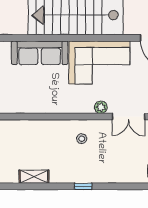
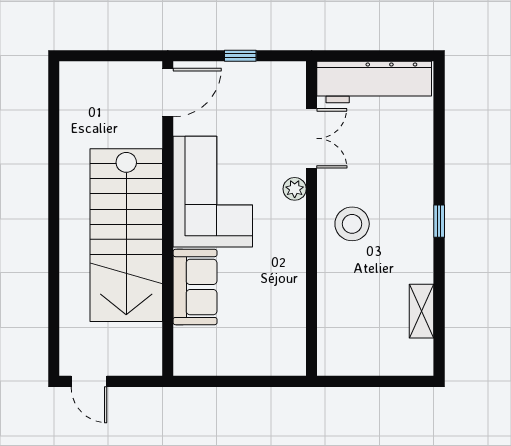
sofa: (40, 53) -> (195, 287), width x0.73
stool: (82, 139) -> (352, 224), width x1.89, depth x1.89

